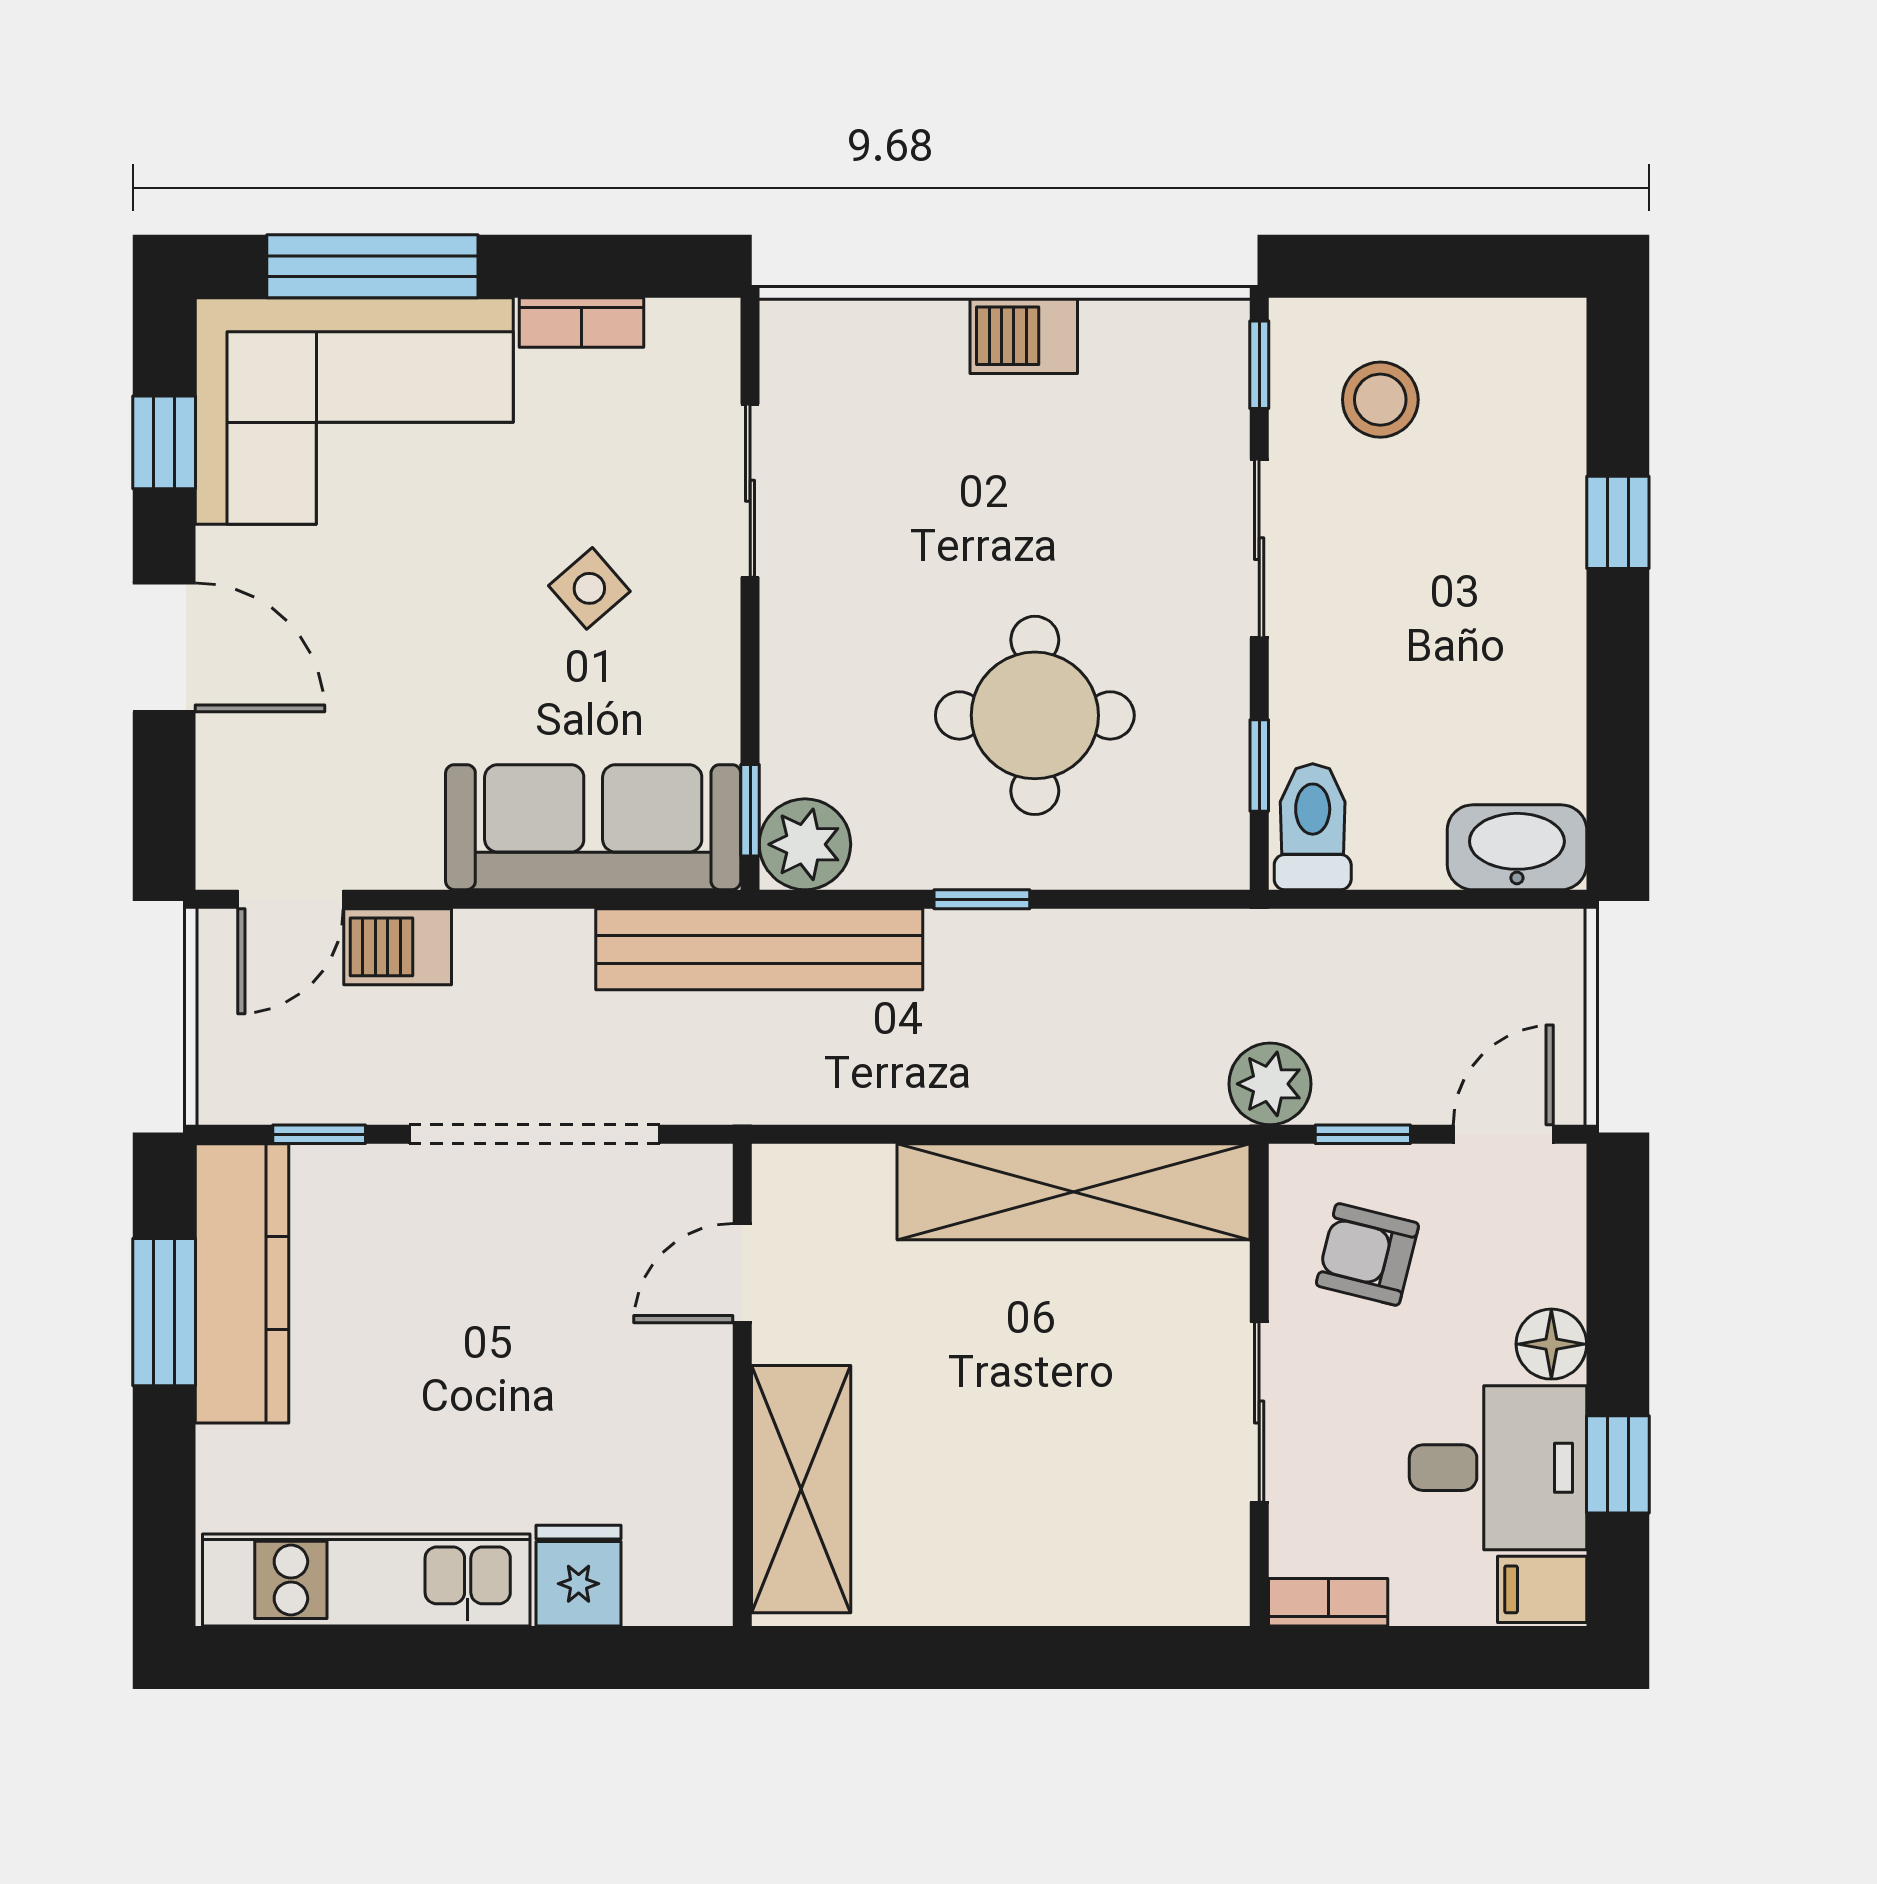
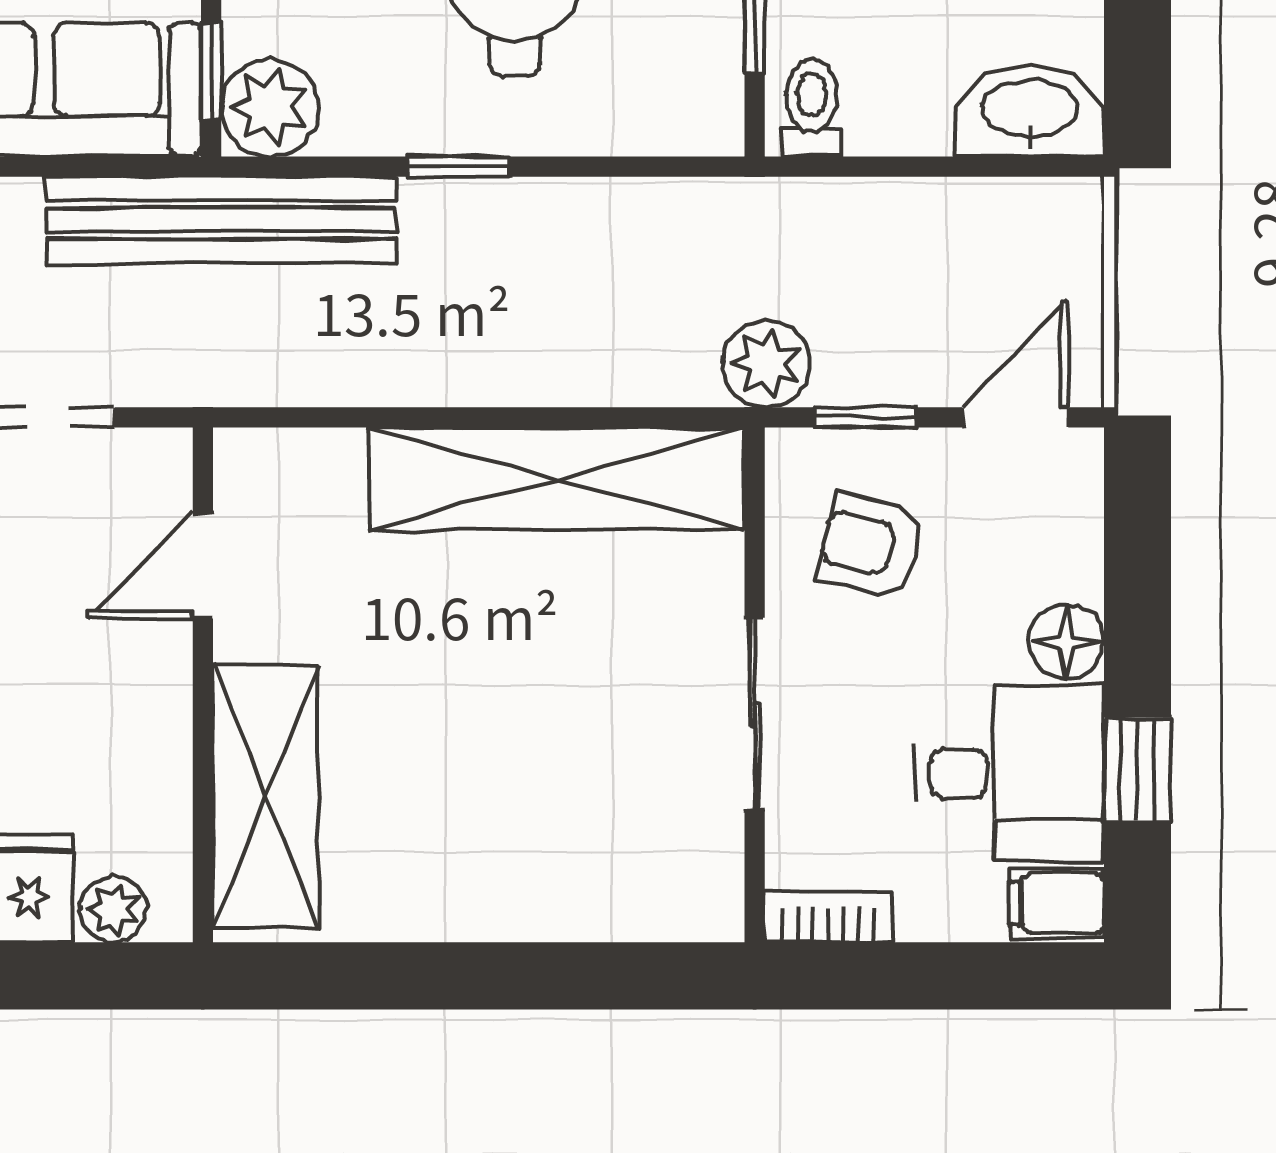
toilet: (1313, 827) -> (812, 108), width x0.73, depth x0.72
plant: (658, 1595) -> (113, 909), added

